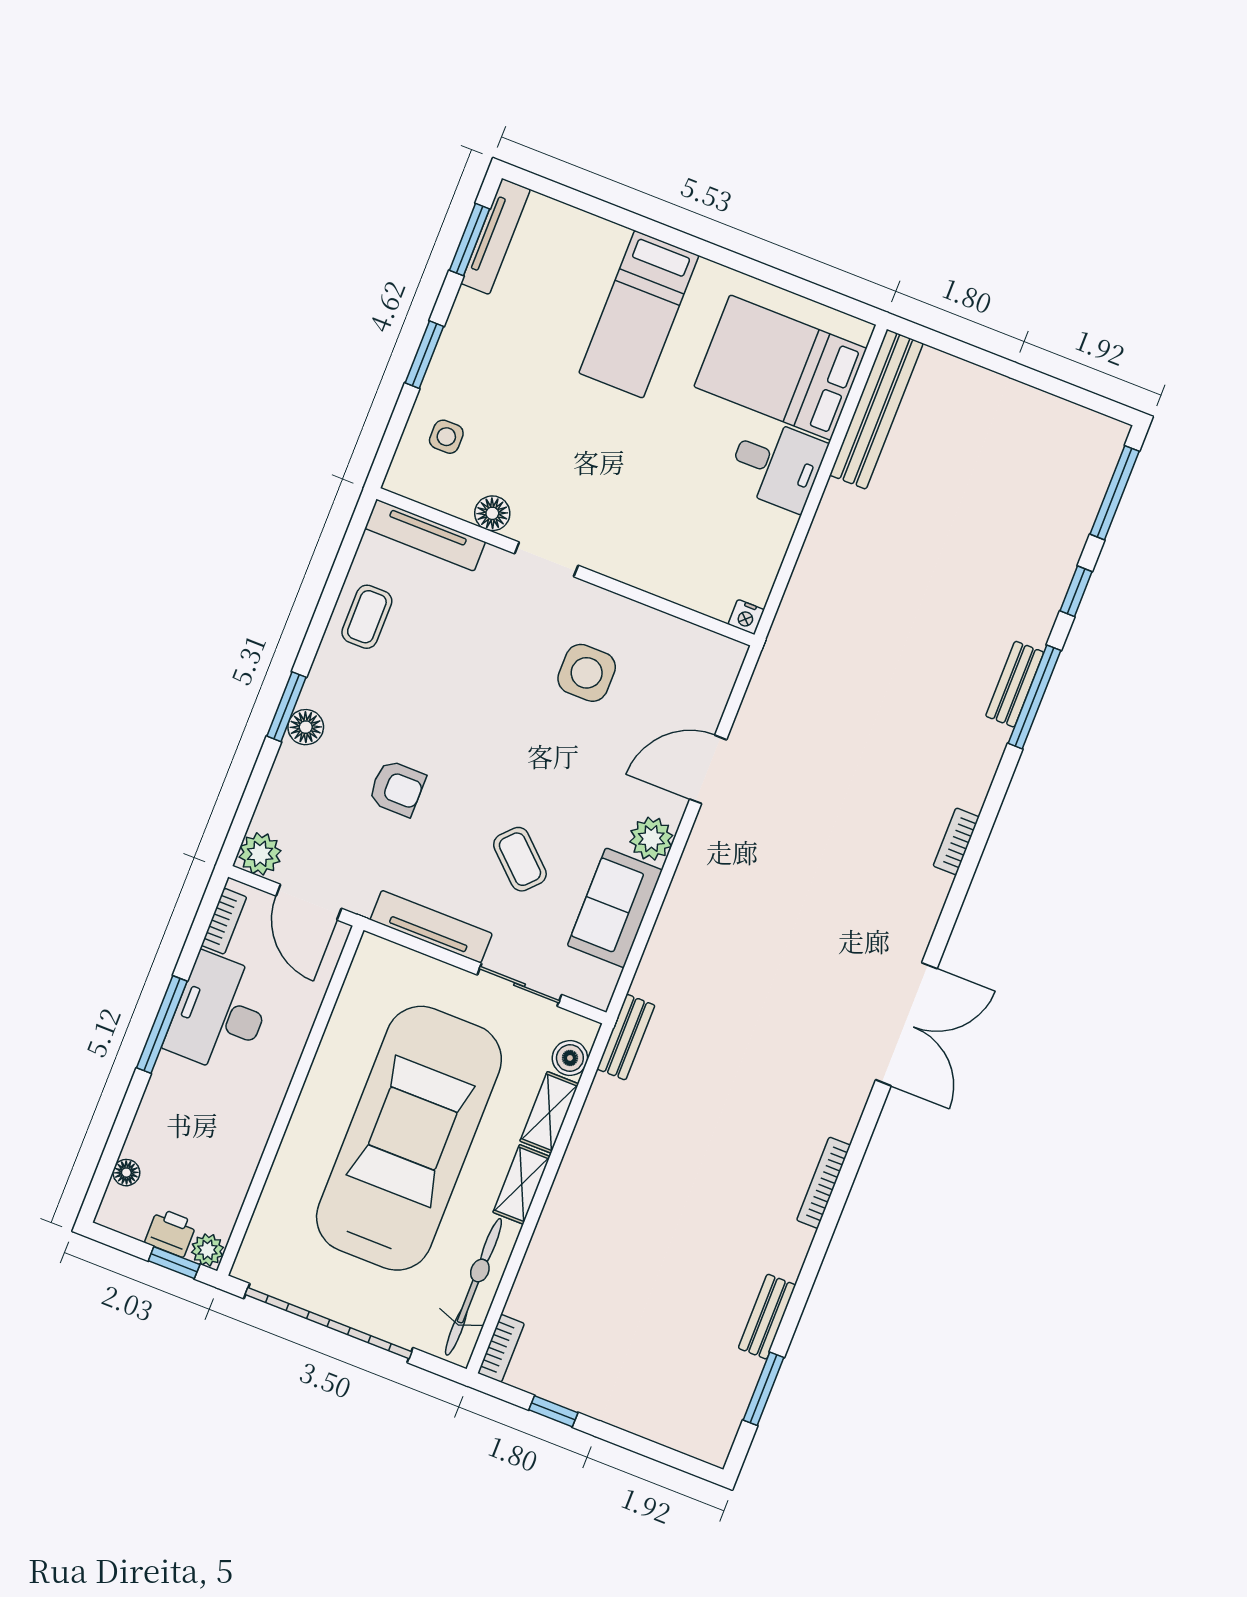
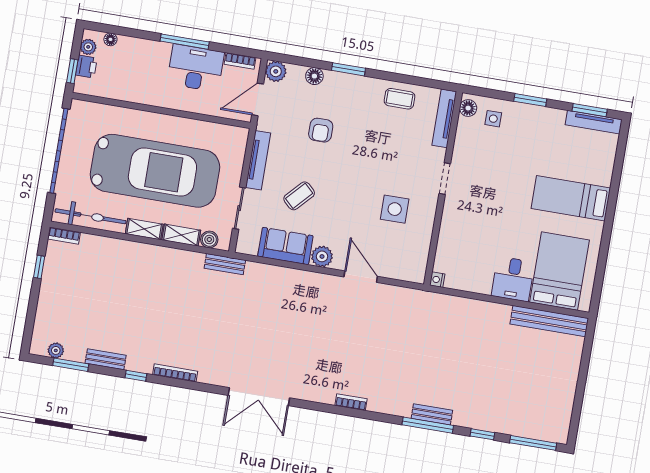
floor lamp: (492, 513) -> (468, 108), moved
floor lamp: (306, 727) -> (314, 76), moved
plant: (207, 1250) -> (88, 47), moved
window: (813, 1263) -> (136, 376), added
plant: (728, 1413) -> (56, 350), added

